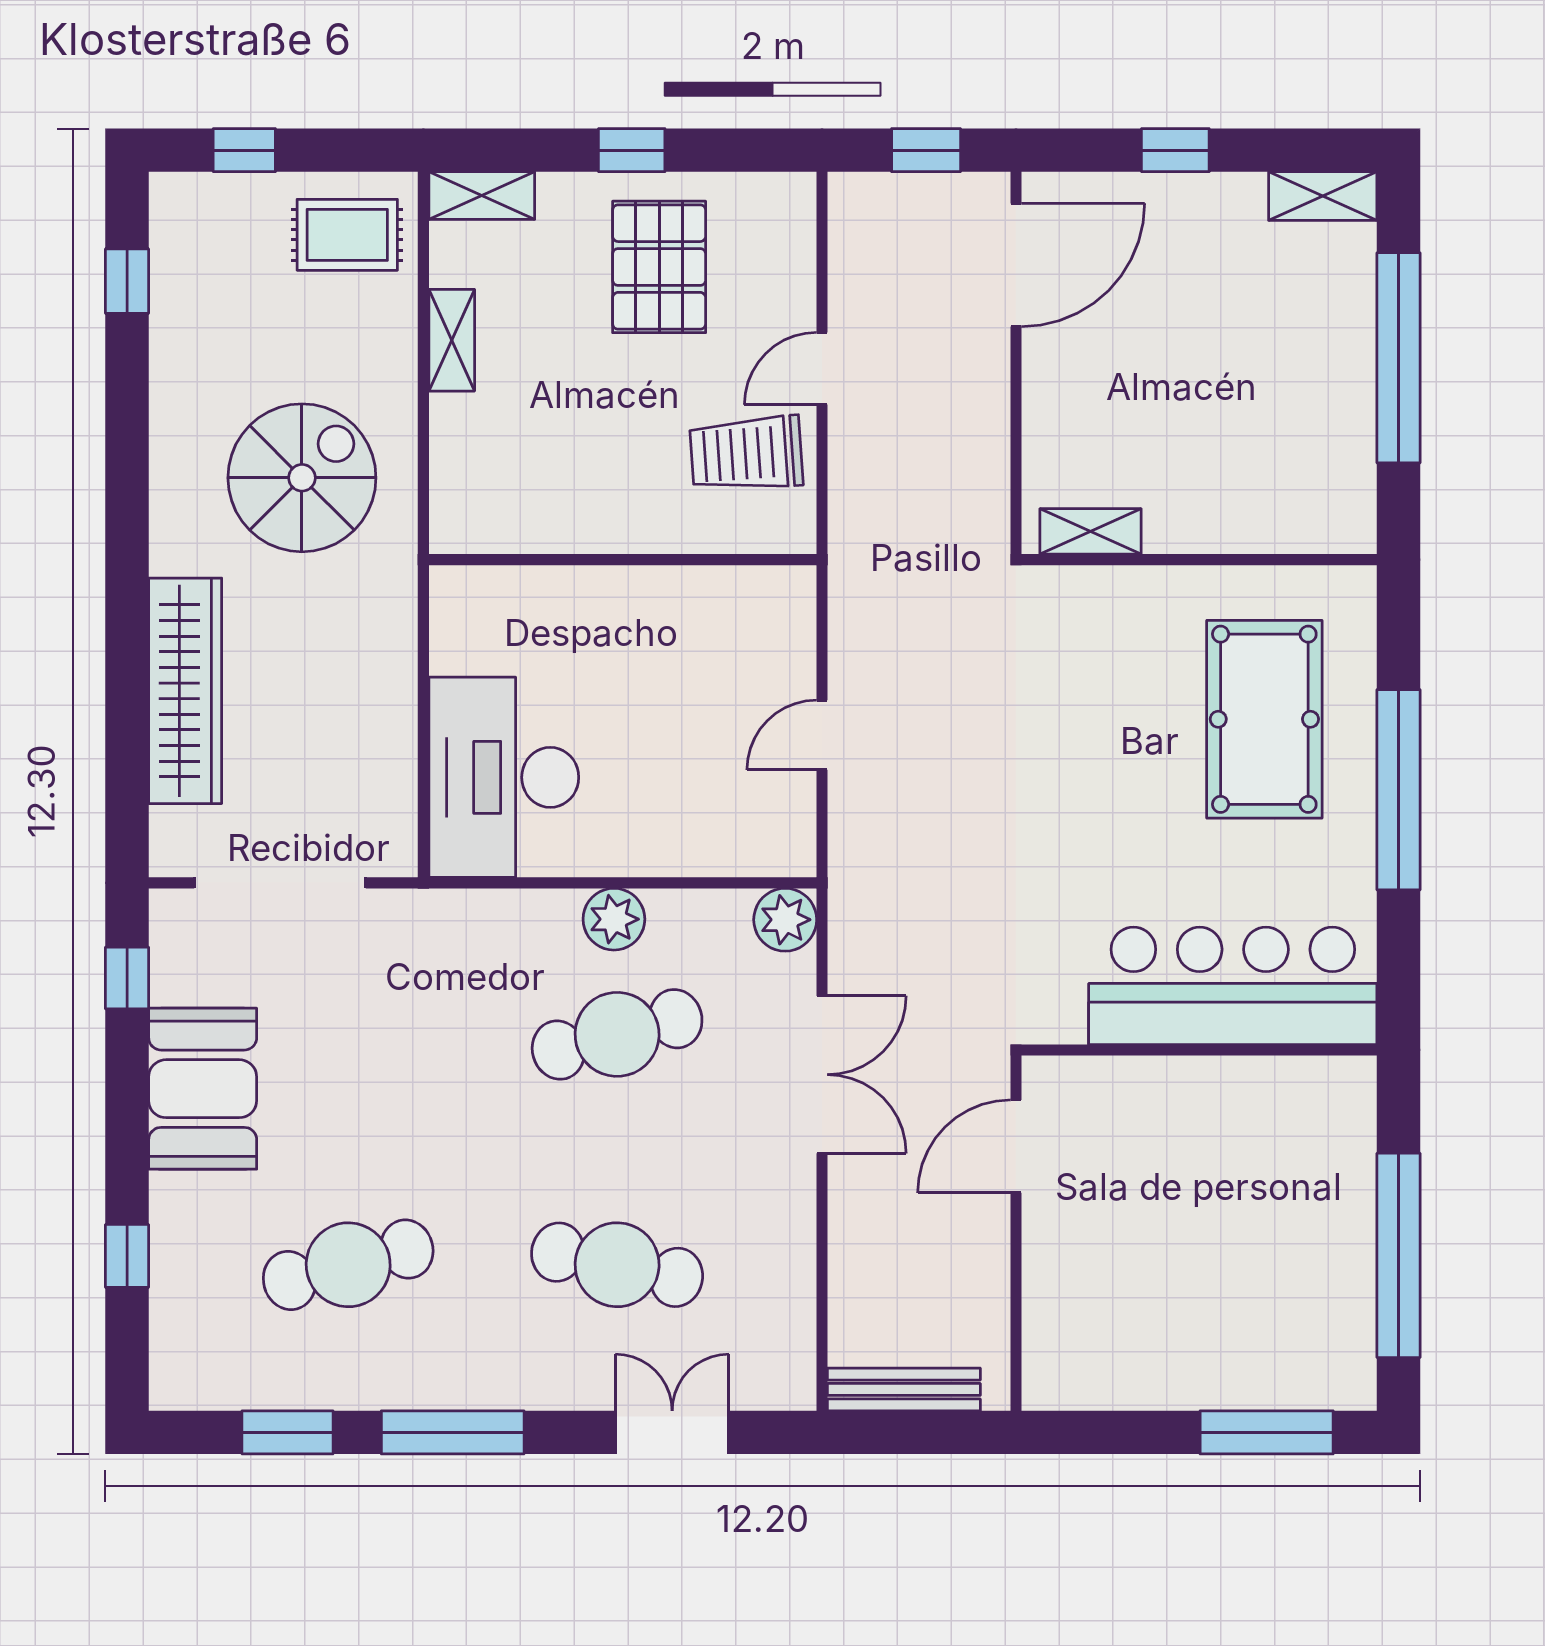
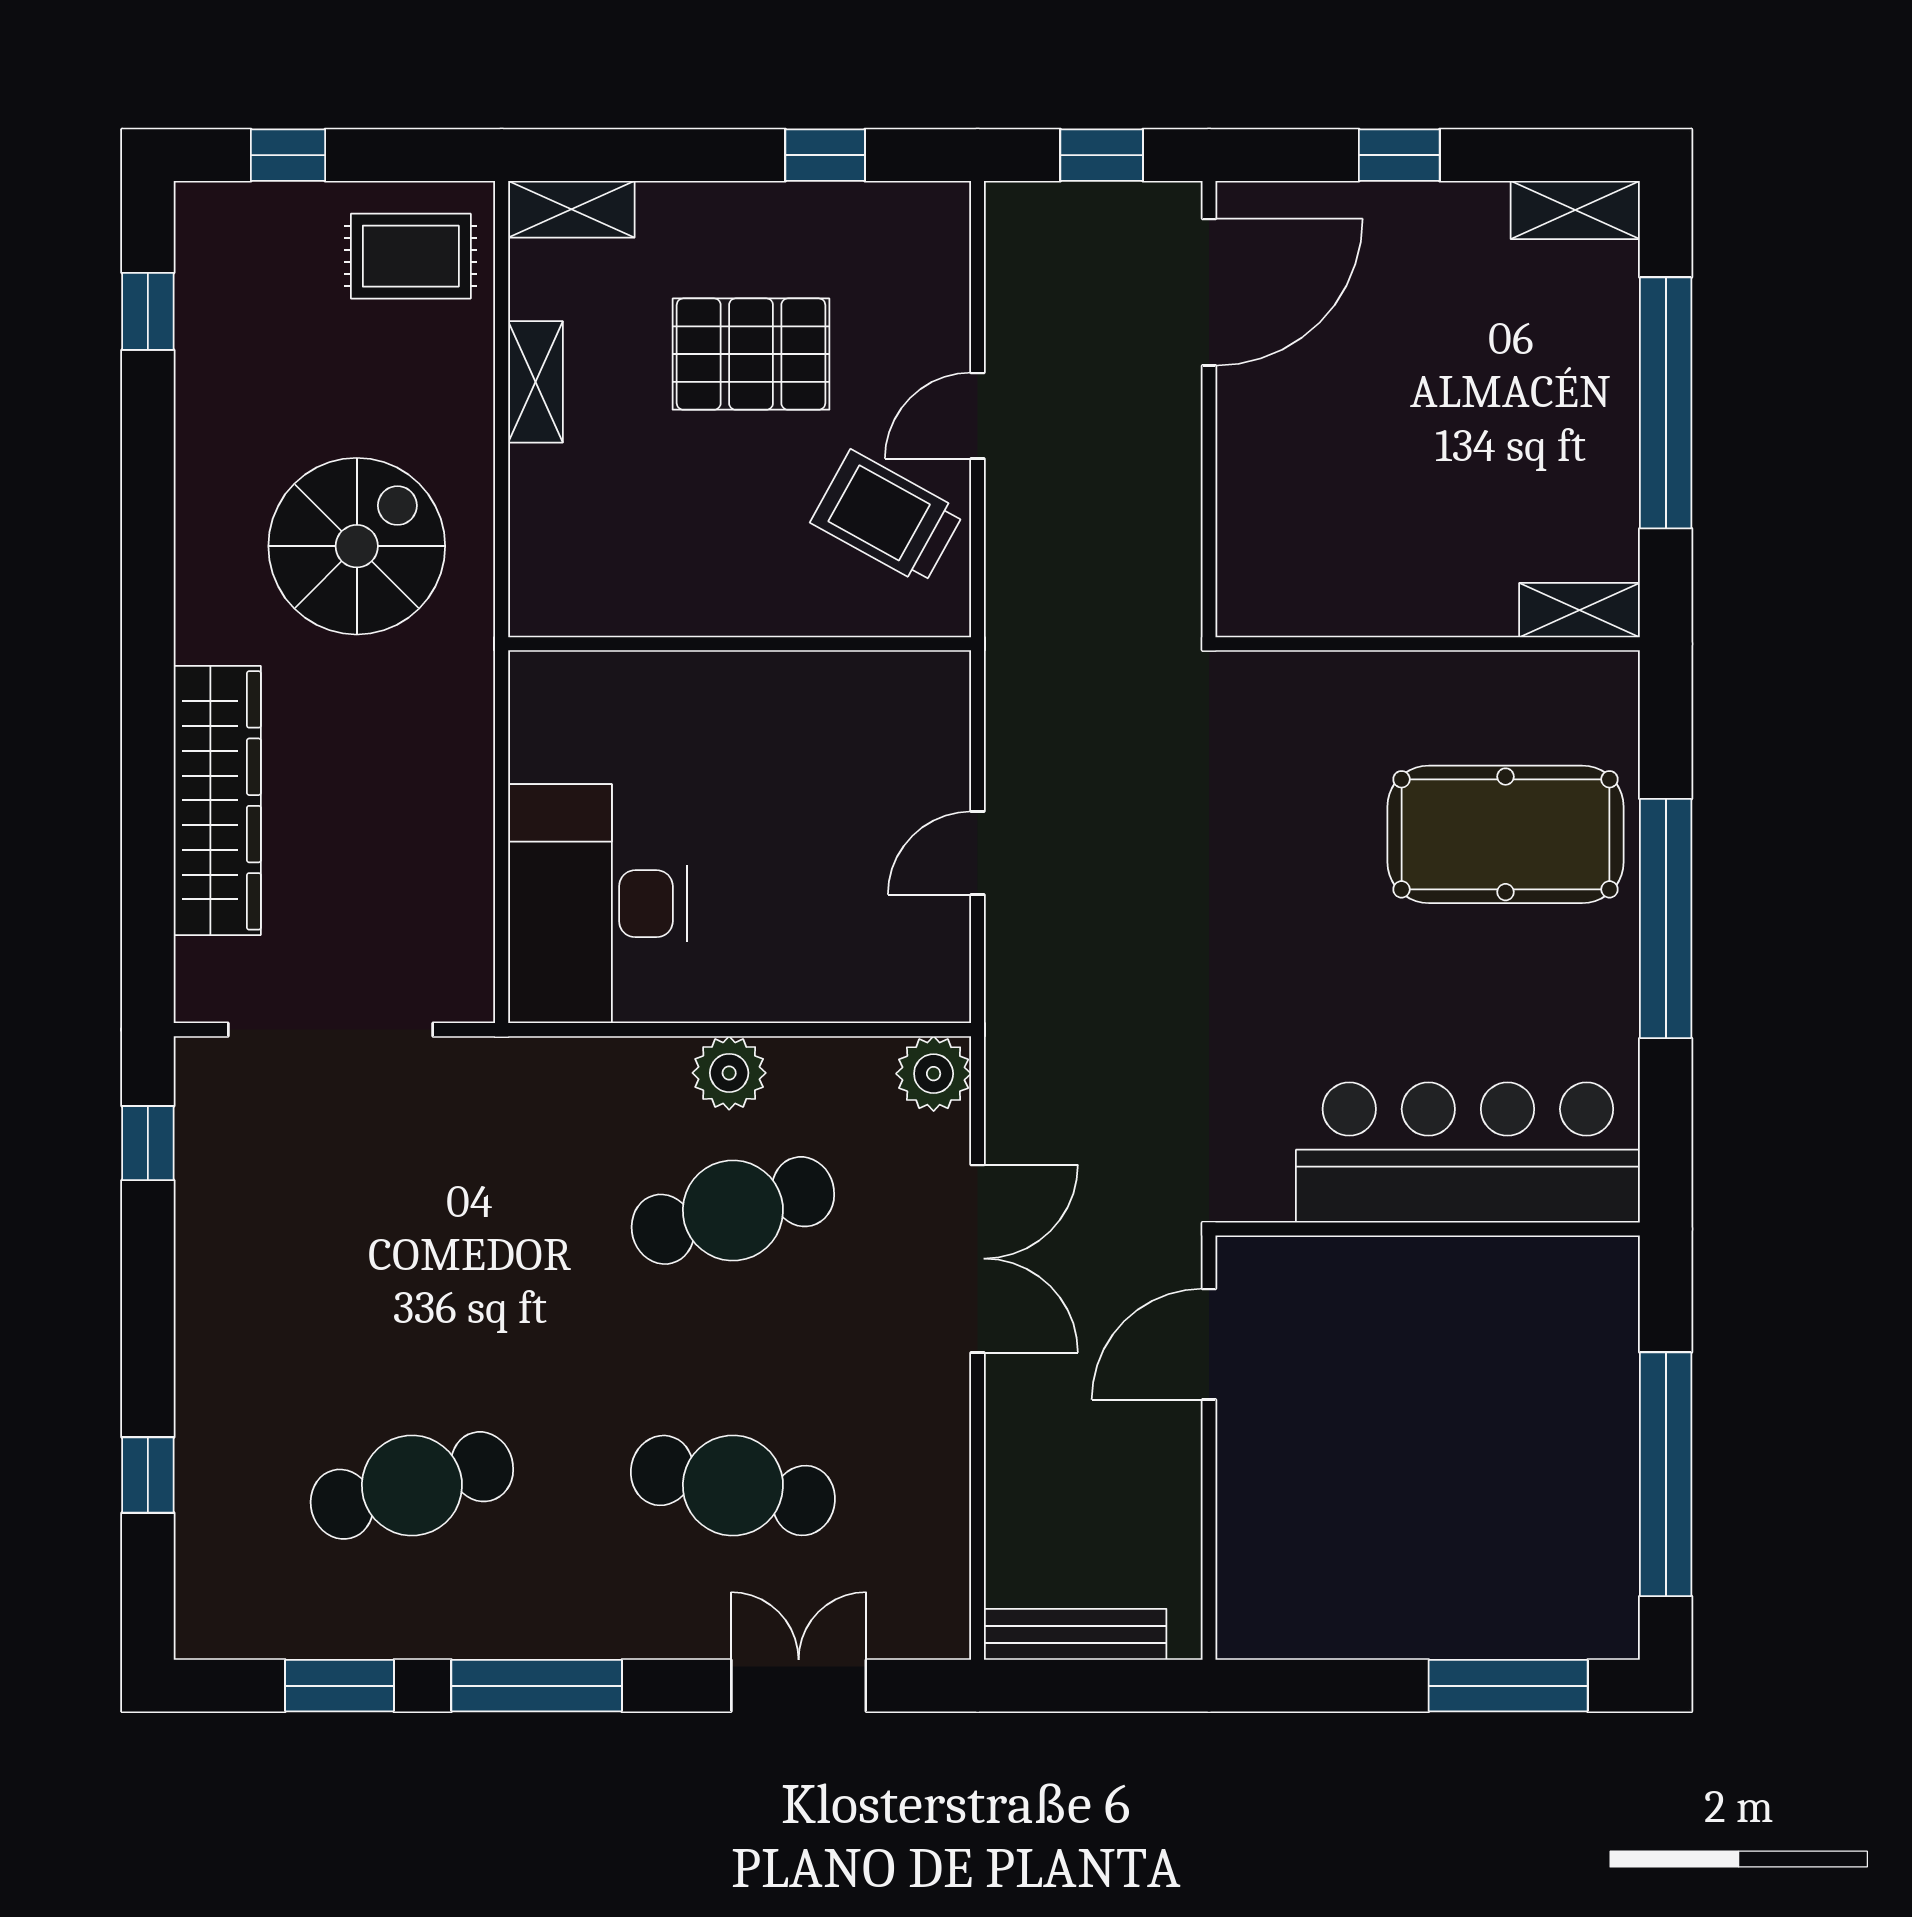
window: (632, 150) -> (825, 155), moved
pallet: (659, 267) -> (751, 354), moved, turned 90
trolley: (746, 454) -> (887, 517), turned 33
shelving: (1091, 531) -> (1579, 610), moved
pool table: (1264, 719) -> (1506, 834), turned 90
booth: (203, 1089) -> (238, 1275), removed

